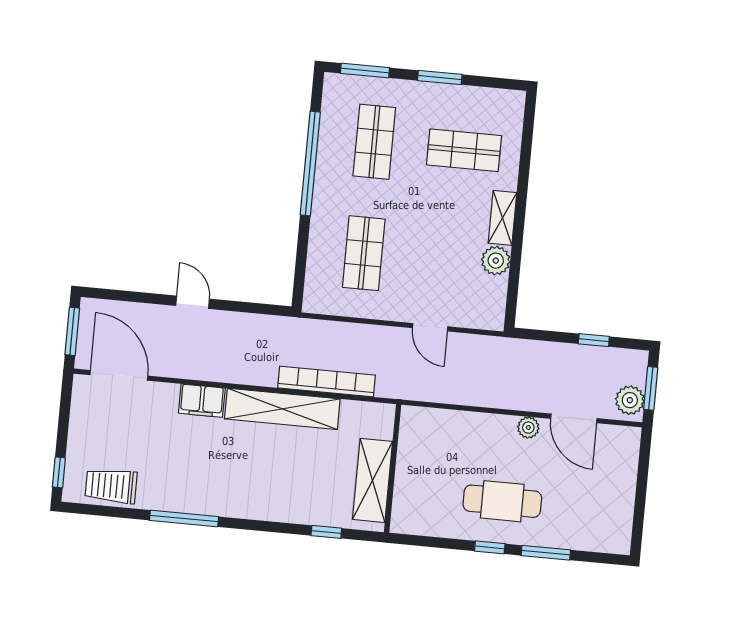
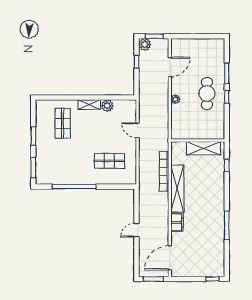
shop shelf: (374, 142) -> (63, 161), removed
door: (430, 327) -> (138, 130), swing flipped
plant: (630, 400) -> (145, 44), moved
plant: (528, 428) -> (175, 99), moved
trolley: (111, 486) -> (216, 257), removed

